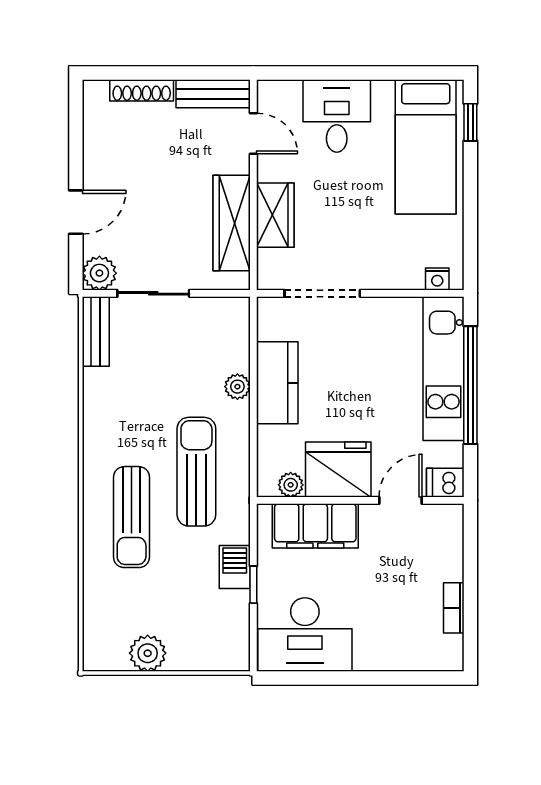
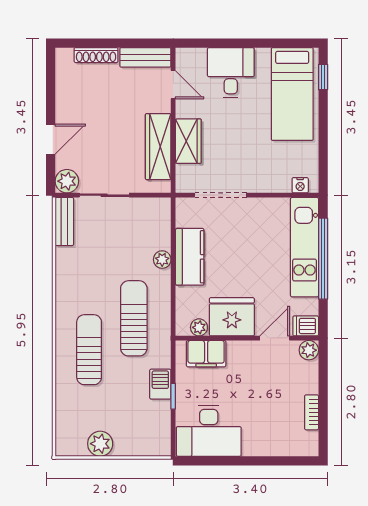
sun lounger: (132, 517) -> (89, 350), turned 180
plant: (450, 518) -> (309, 350), added
filing cabinet: (315, 526) -> (206, 354), width x0.67, depth x0.86

